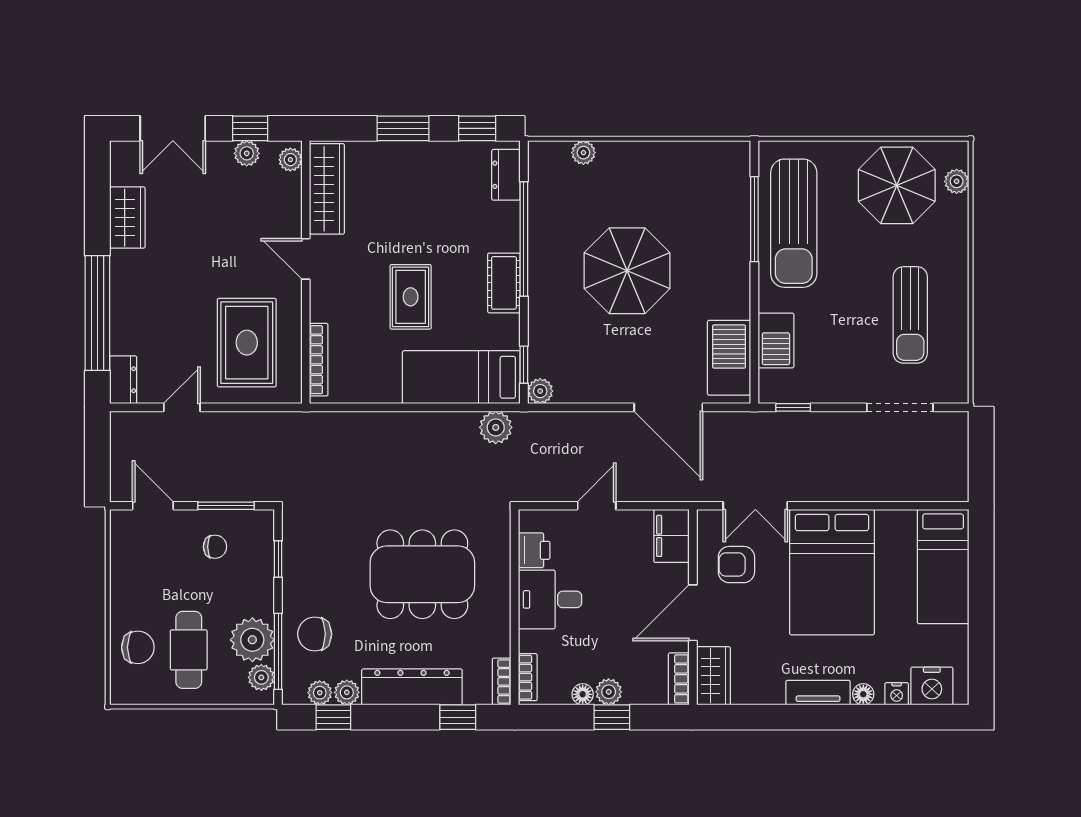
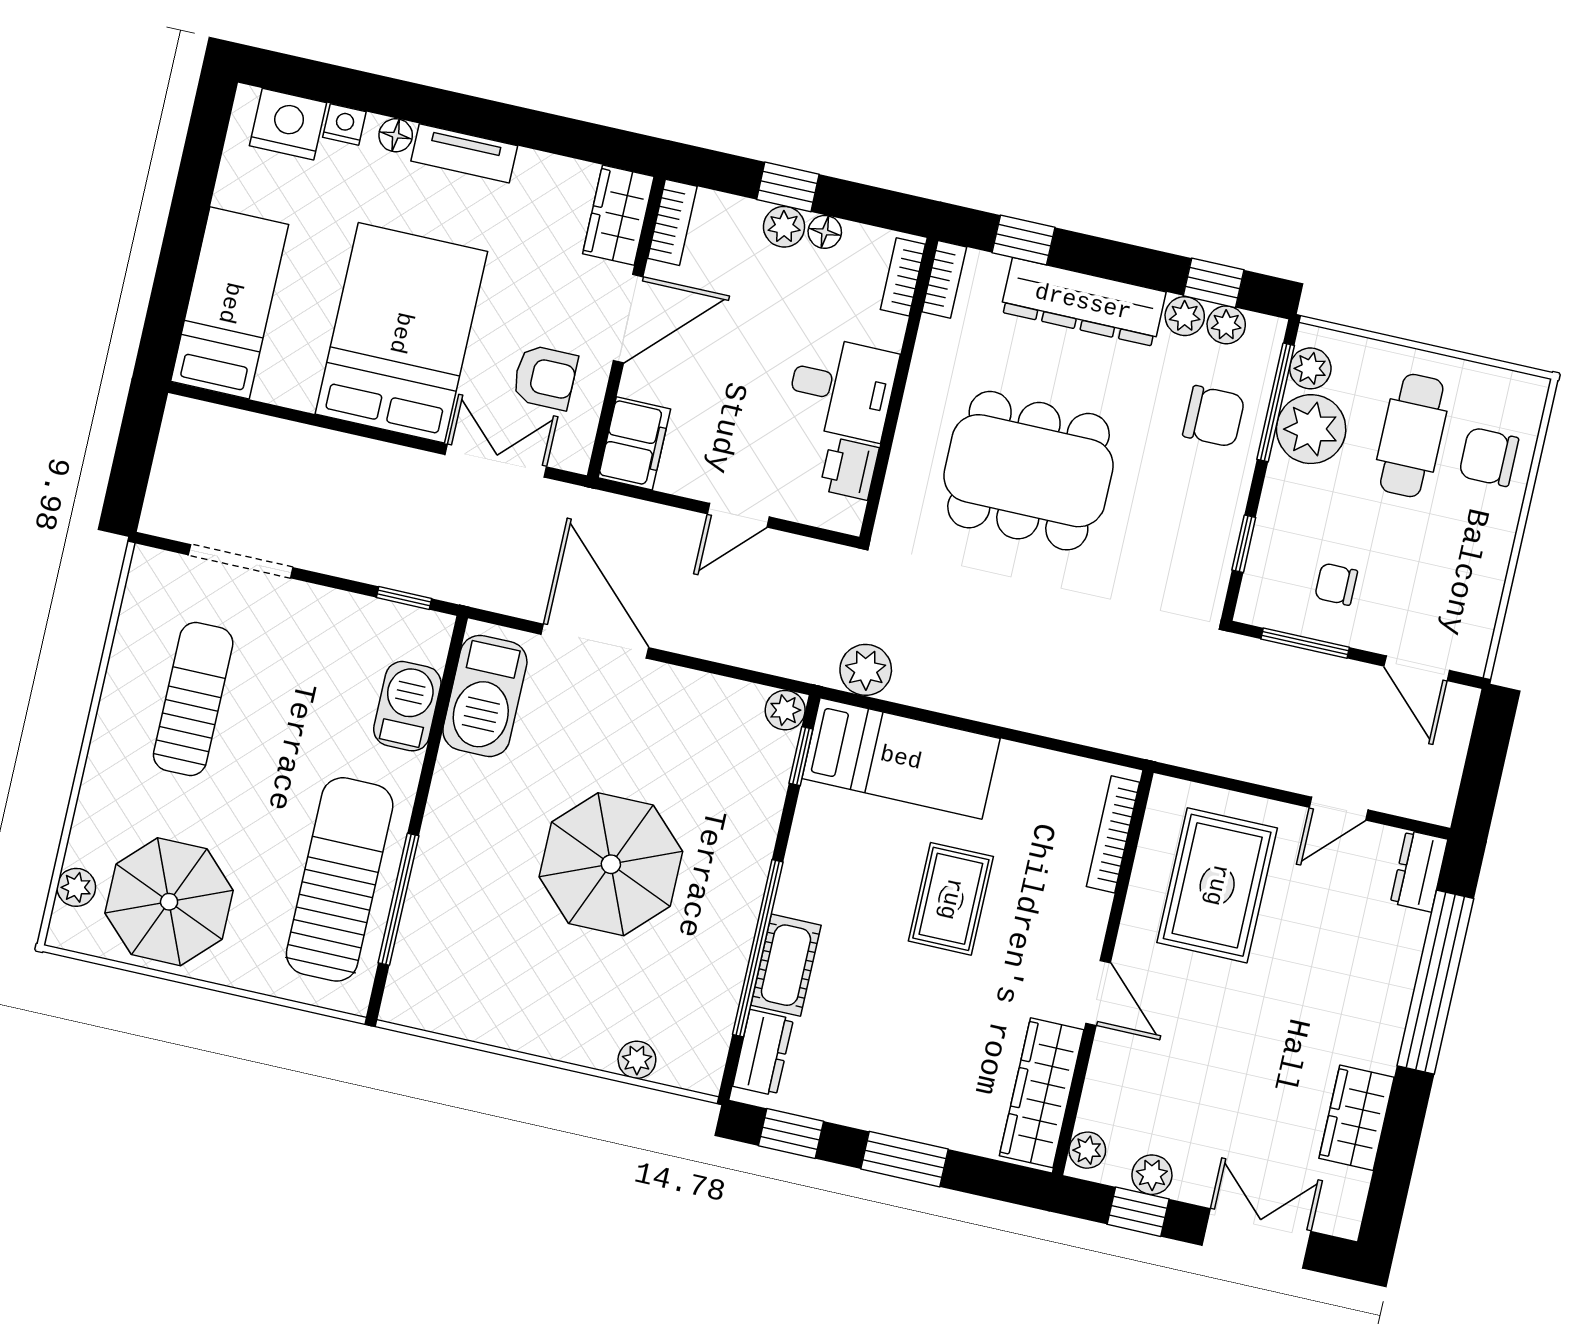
cot: (504, 283) -> (786, 965), moved

